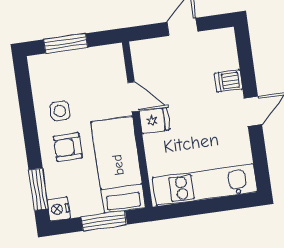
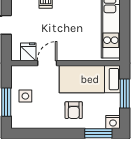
side table: (60, 111) -> (25, 96), moved
fridge: (154, 121) -> (28, 52), moved

